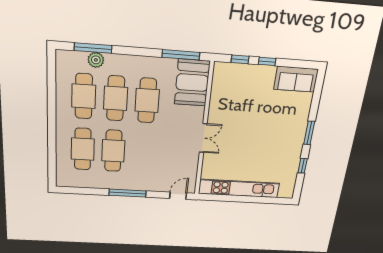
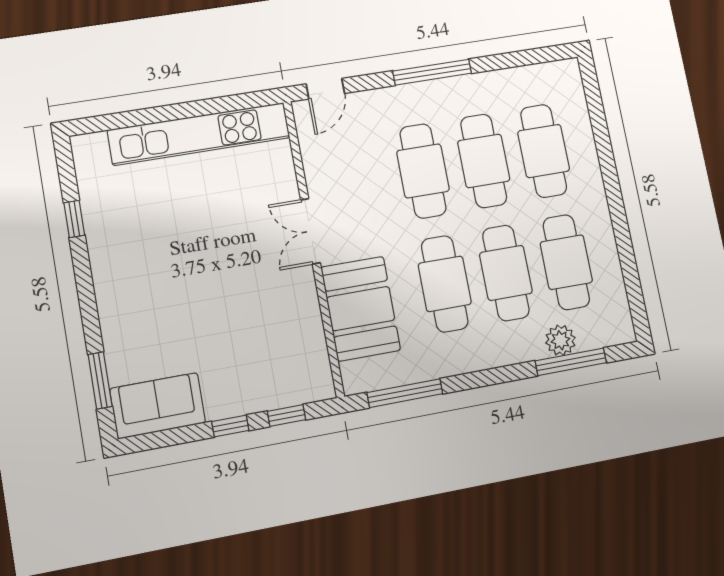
booth: (192, 83) -> (361, 309), moved
window: (309, 133) -> (100, 380), moved
cafe table: (144, 153) -> (423, 171), added

